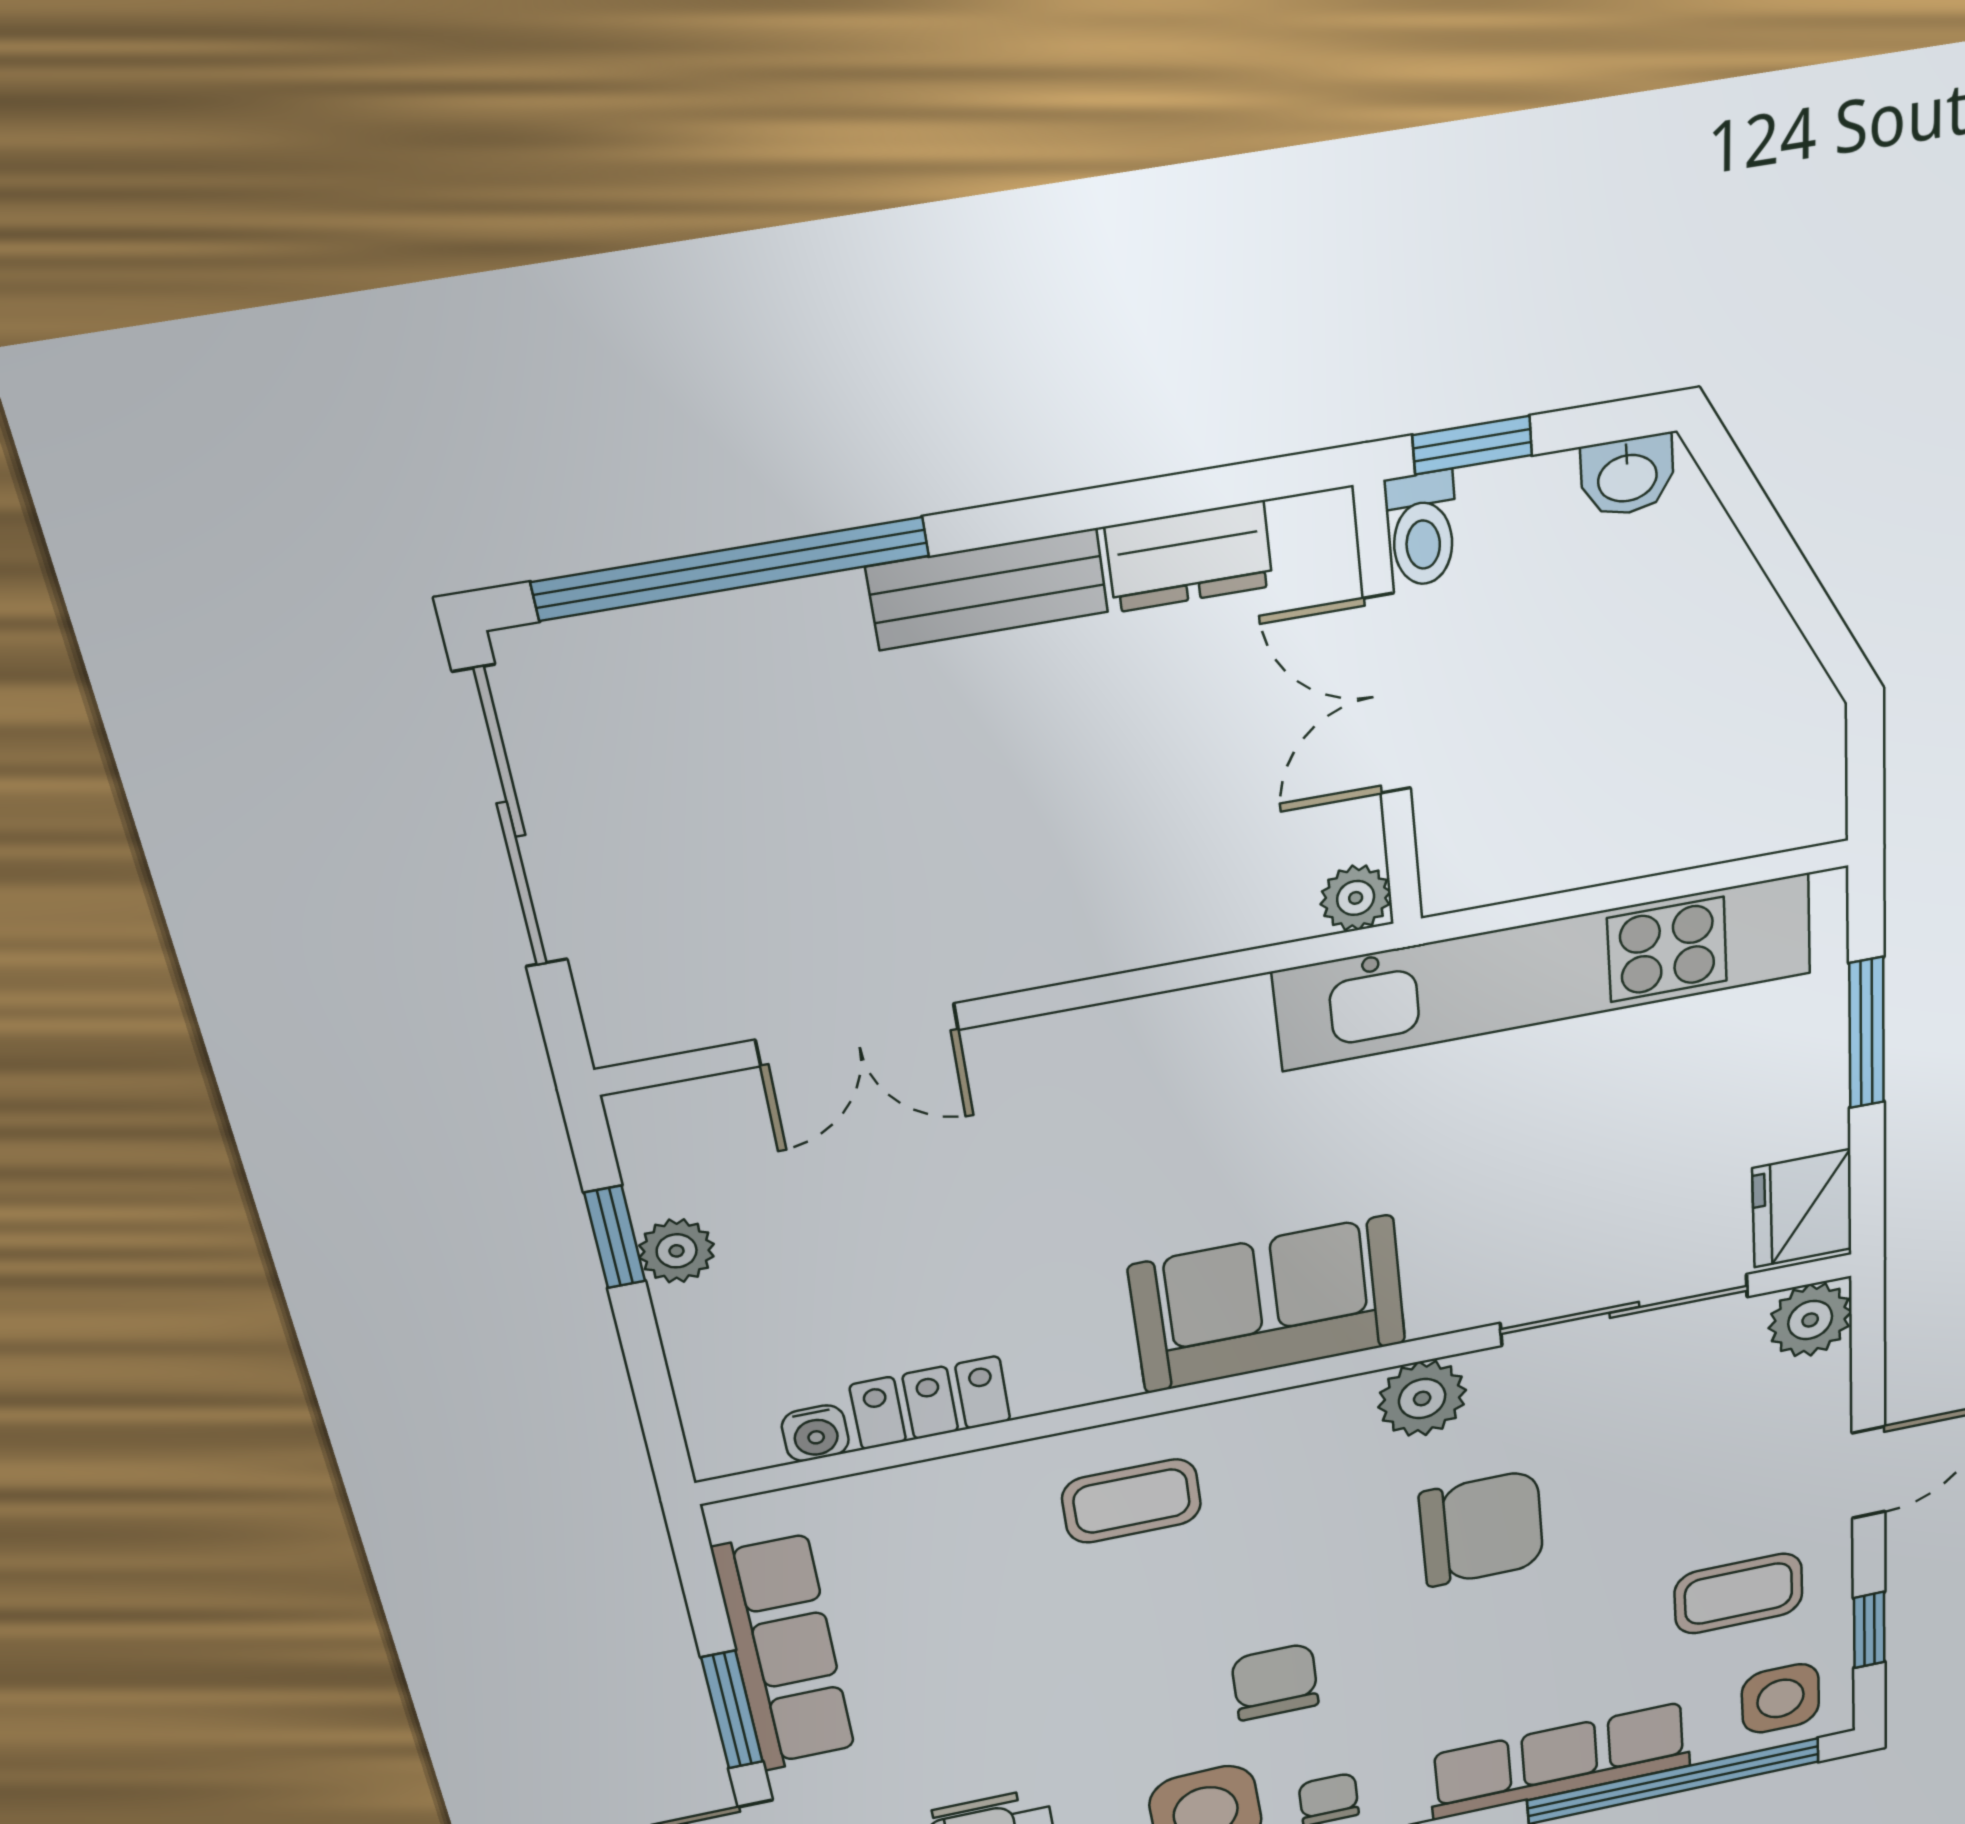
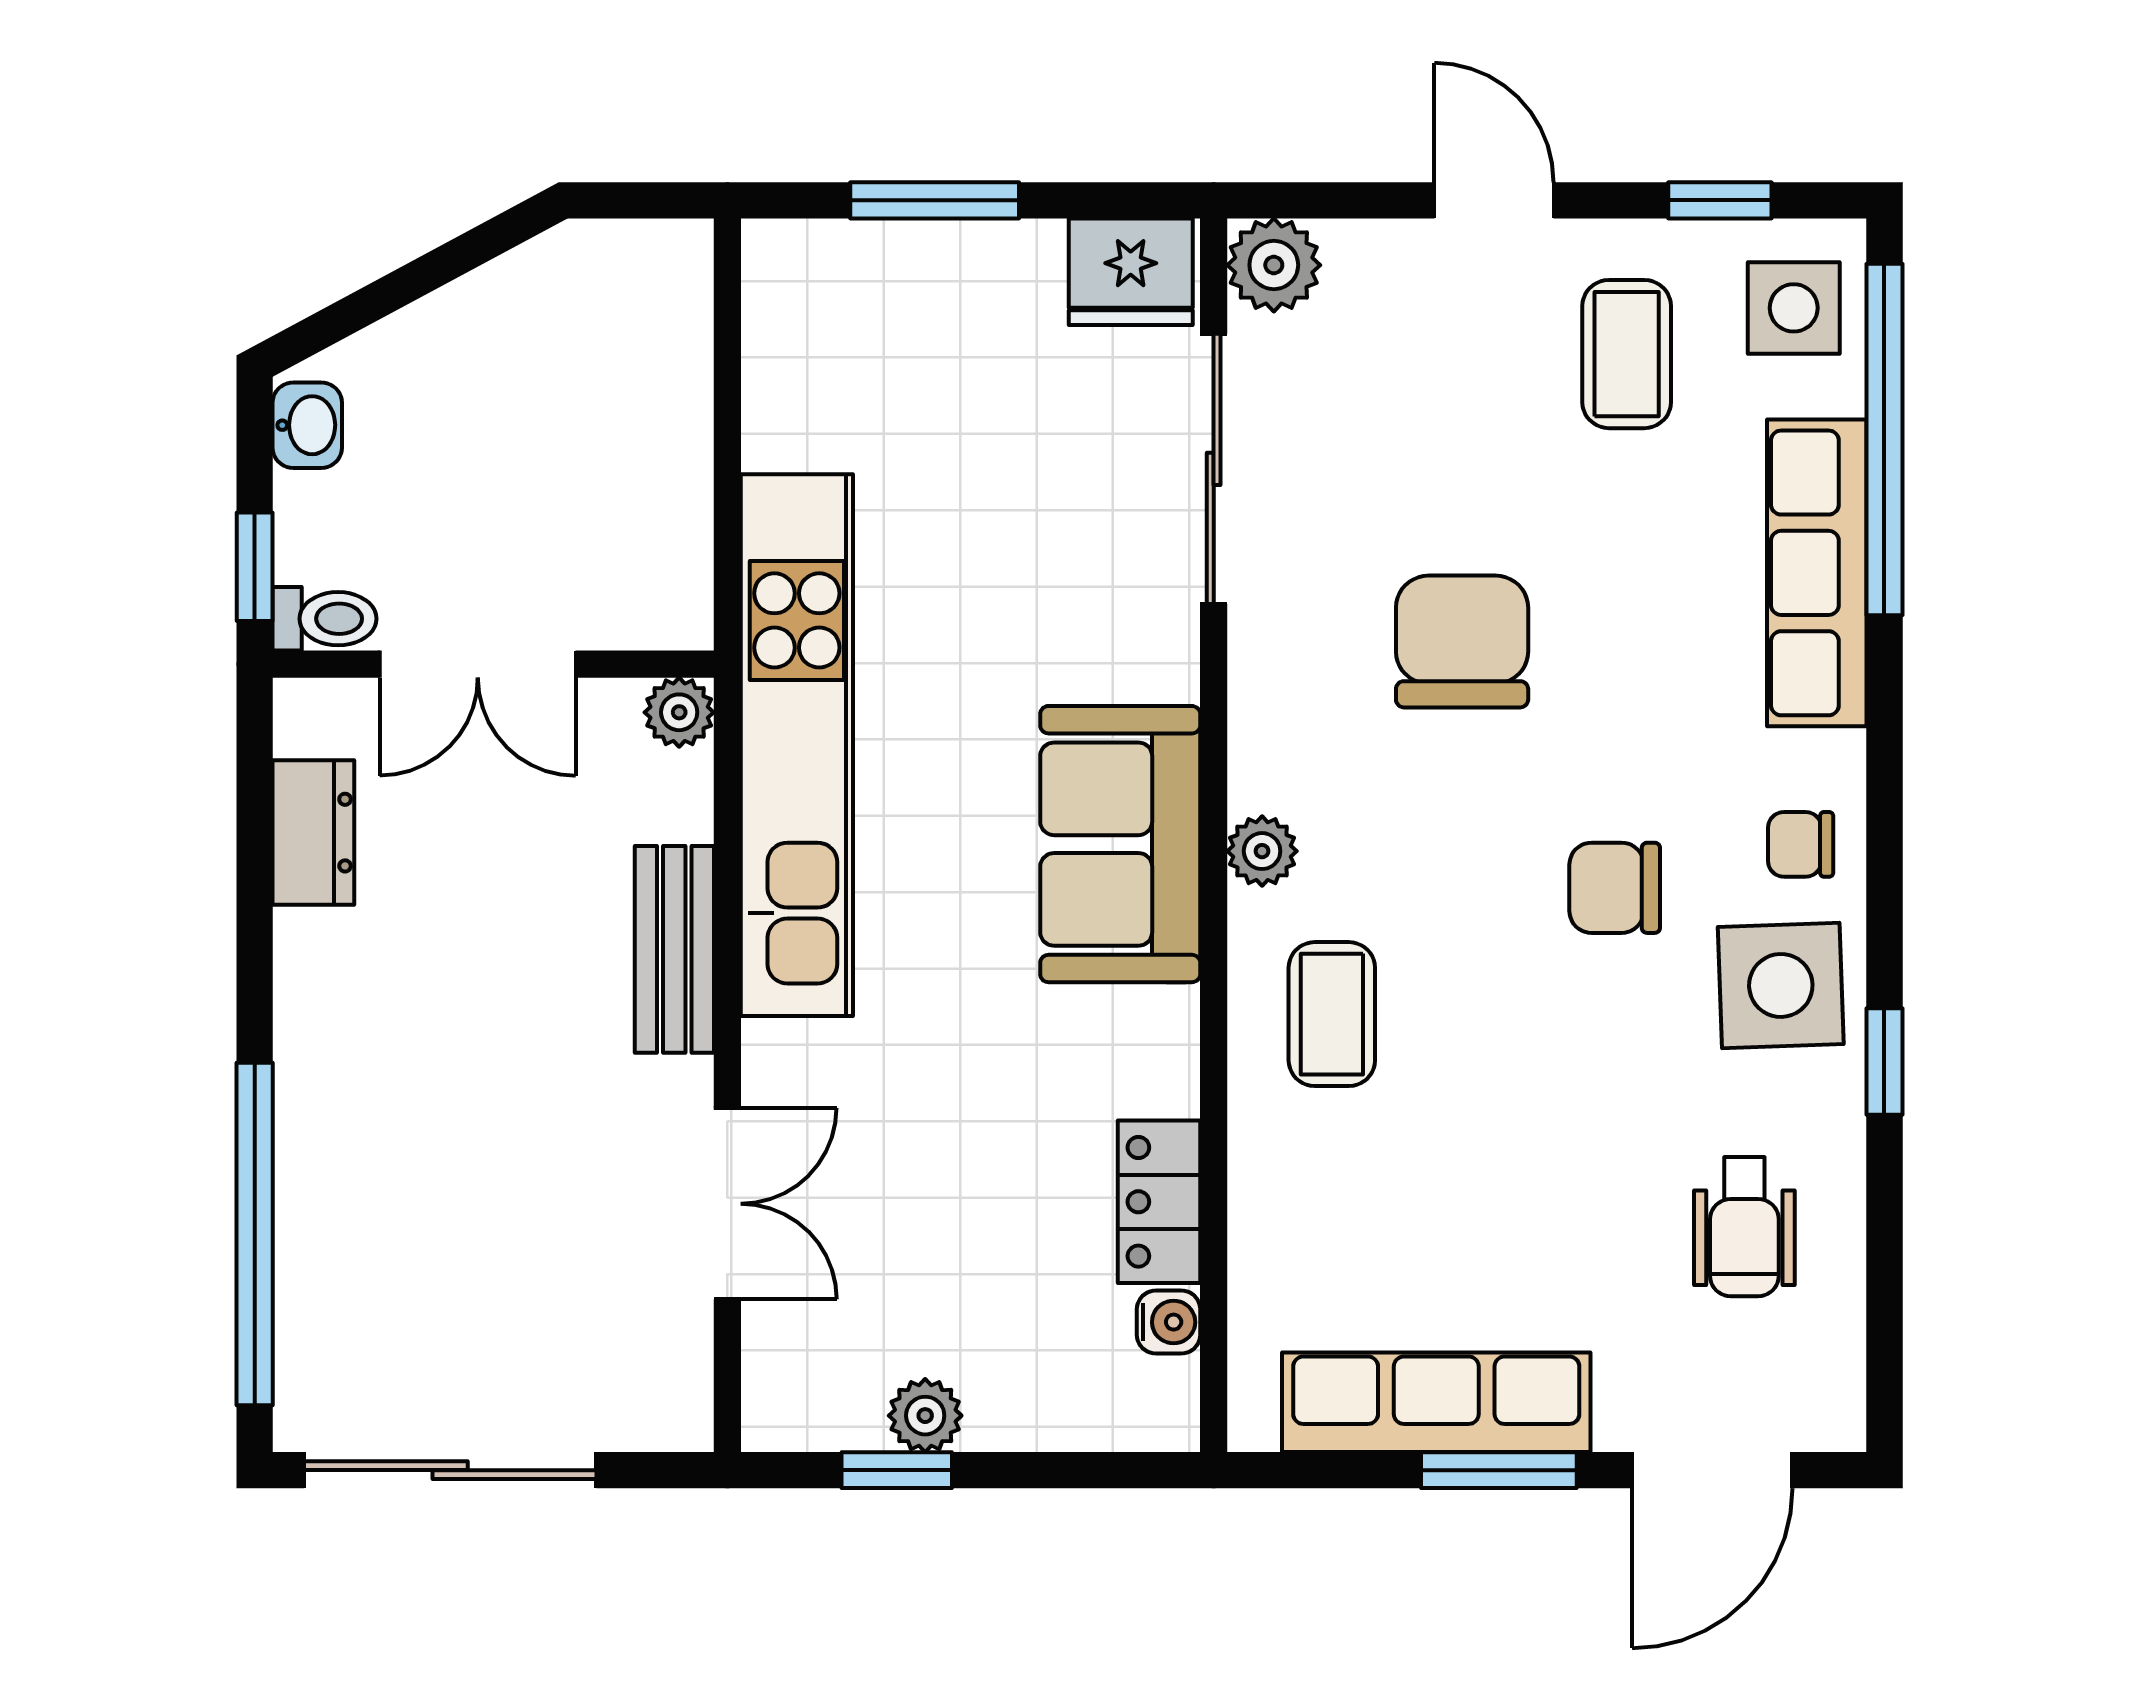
bench: (988, 589) -> (674, 949), moved
kitchen unit: (1545, 972) -> (797, 745), moved
plant: (1422, 1399) -> (1262, 851), moved, width x0.73, depth x0.73

